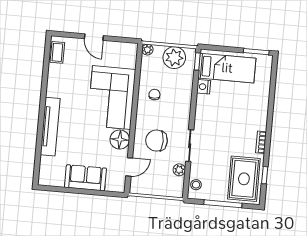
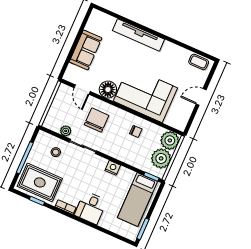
plant: (147, 50) -> (170, 140), width x1.88, depth x1.88
nightstand: (204, 87) -> (113, 168), moved
desk: (253, 115) -> (91, 208), added
stool: (196, 185) -> (56, 152), moved

